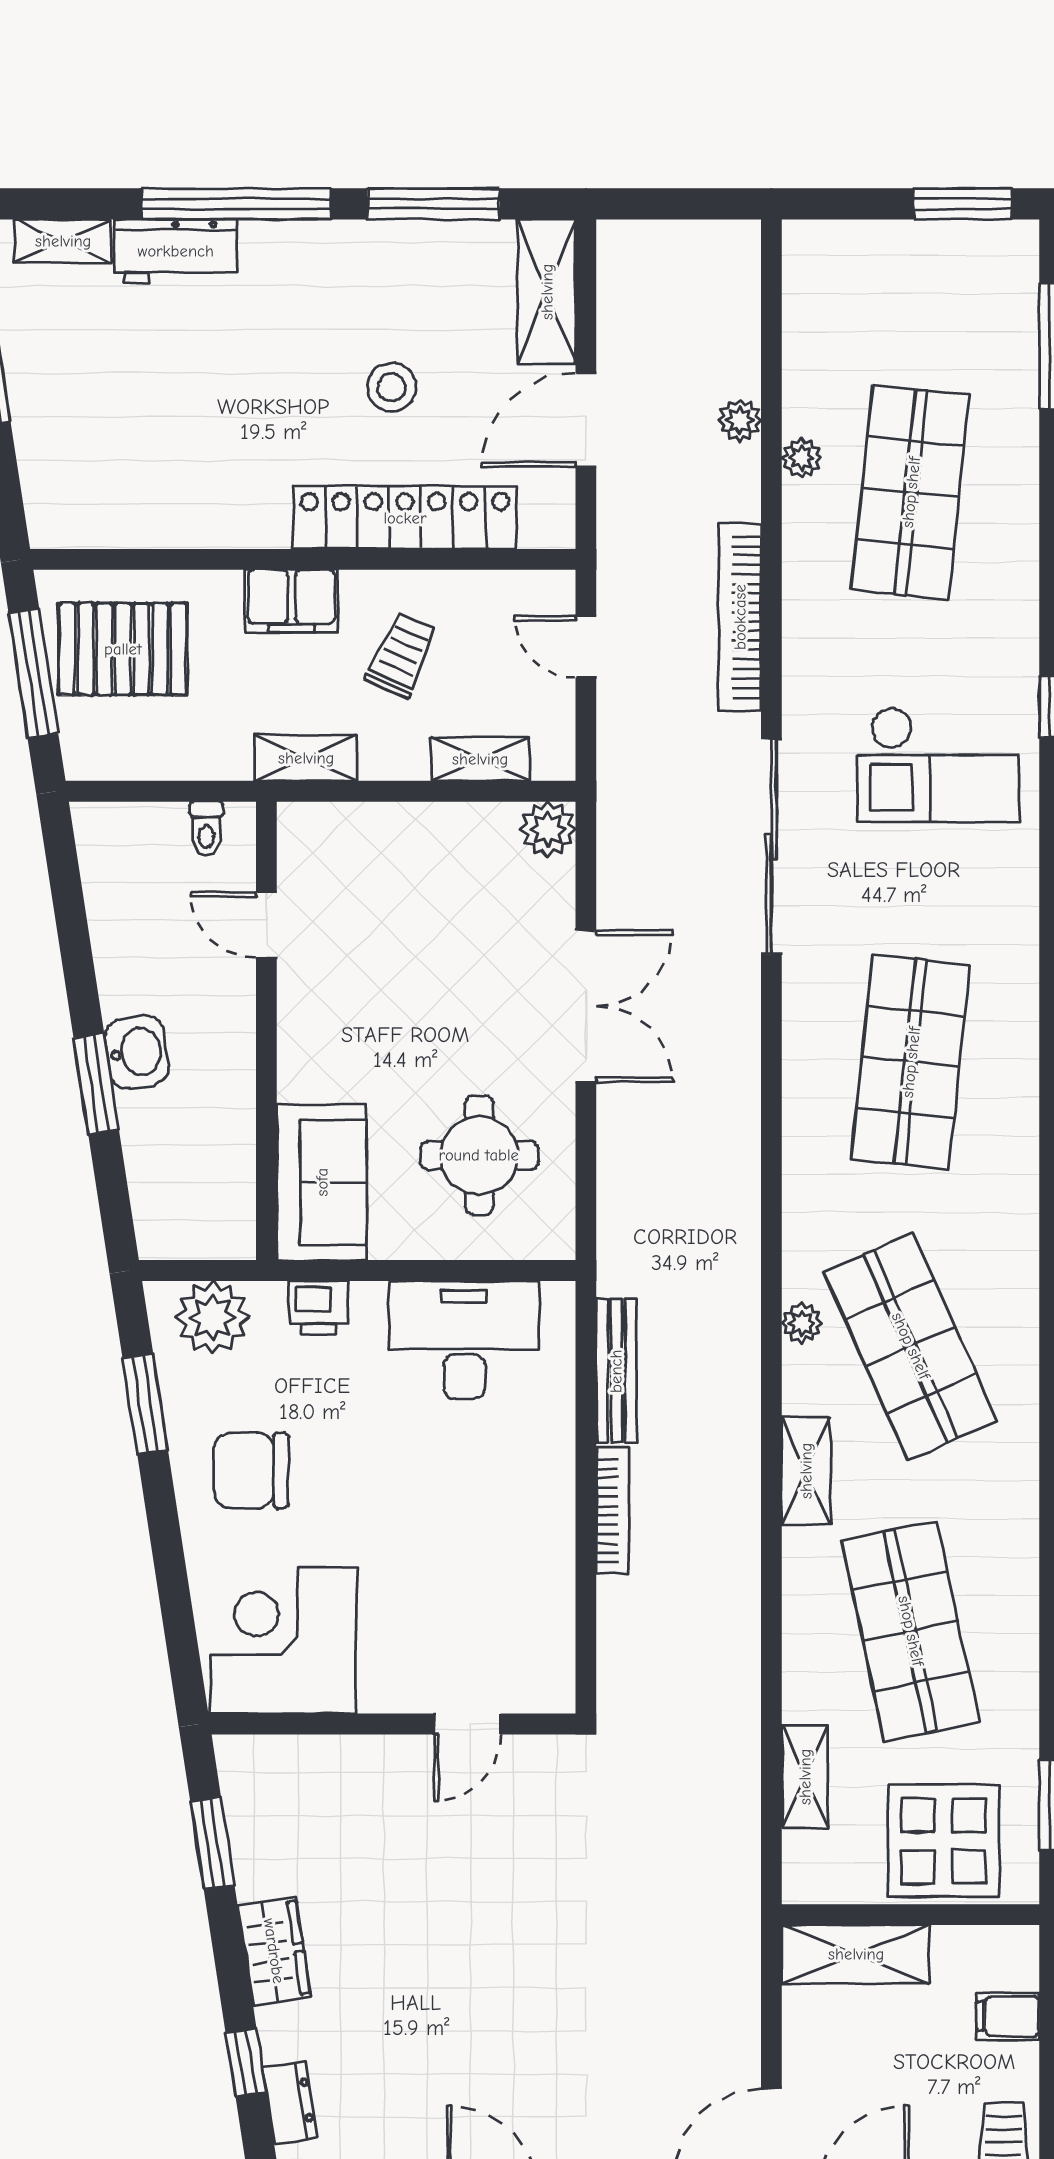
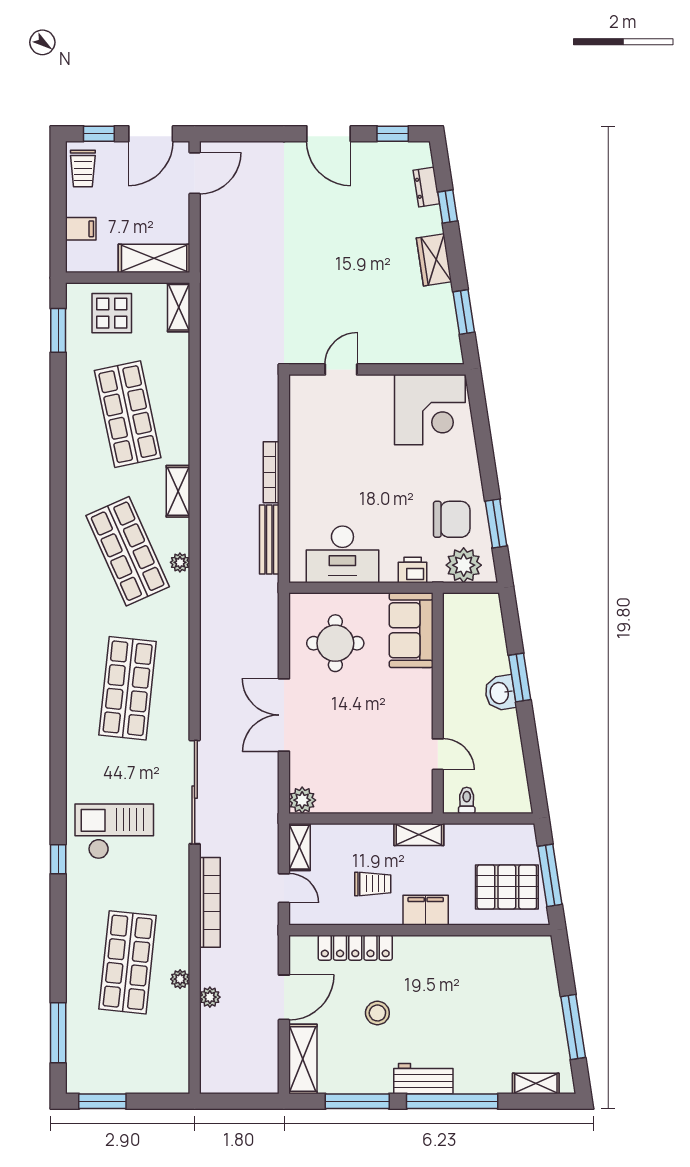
workbench: (176, 251) -> (423, 1079), moved
locker: (405, 518) -> (355, 948), width x0.71, depth x0.83
trolley: (401, 655) -> (373, 884), turned -114
shelving: (480, 759) -> (299, 847), moved, turned 90
chair: (251, 1470) -> (452, 519), moved
shelving: (805, 1777) -> (179, 307), moved
display table: (943, 1841) -> (112, 313), width x0.73, depth x0.73

